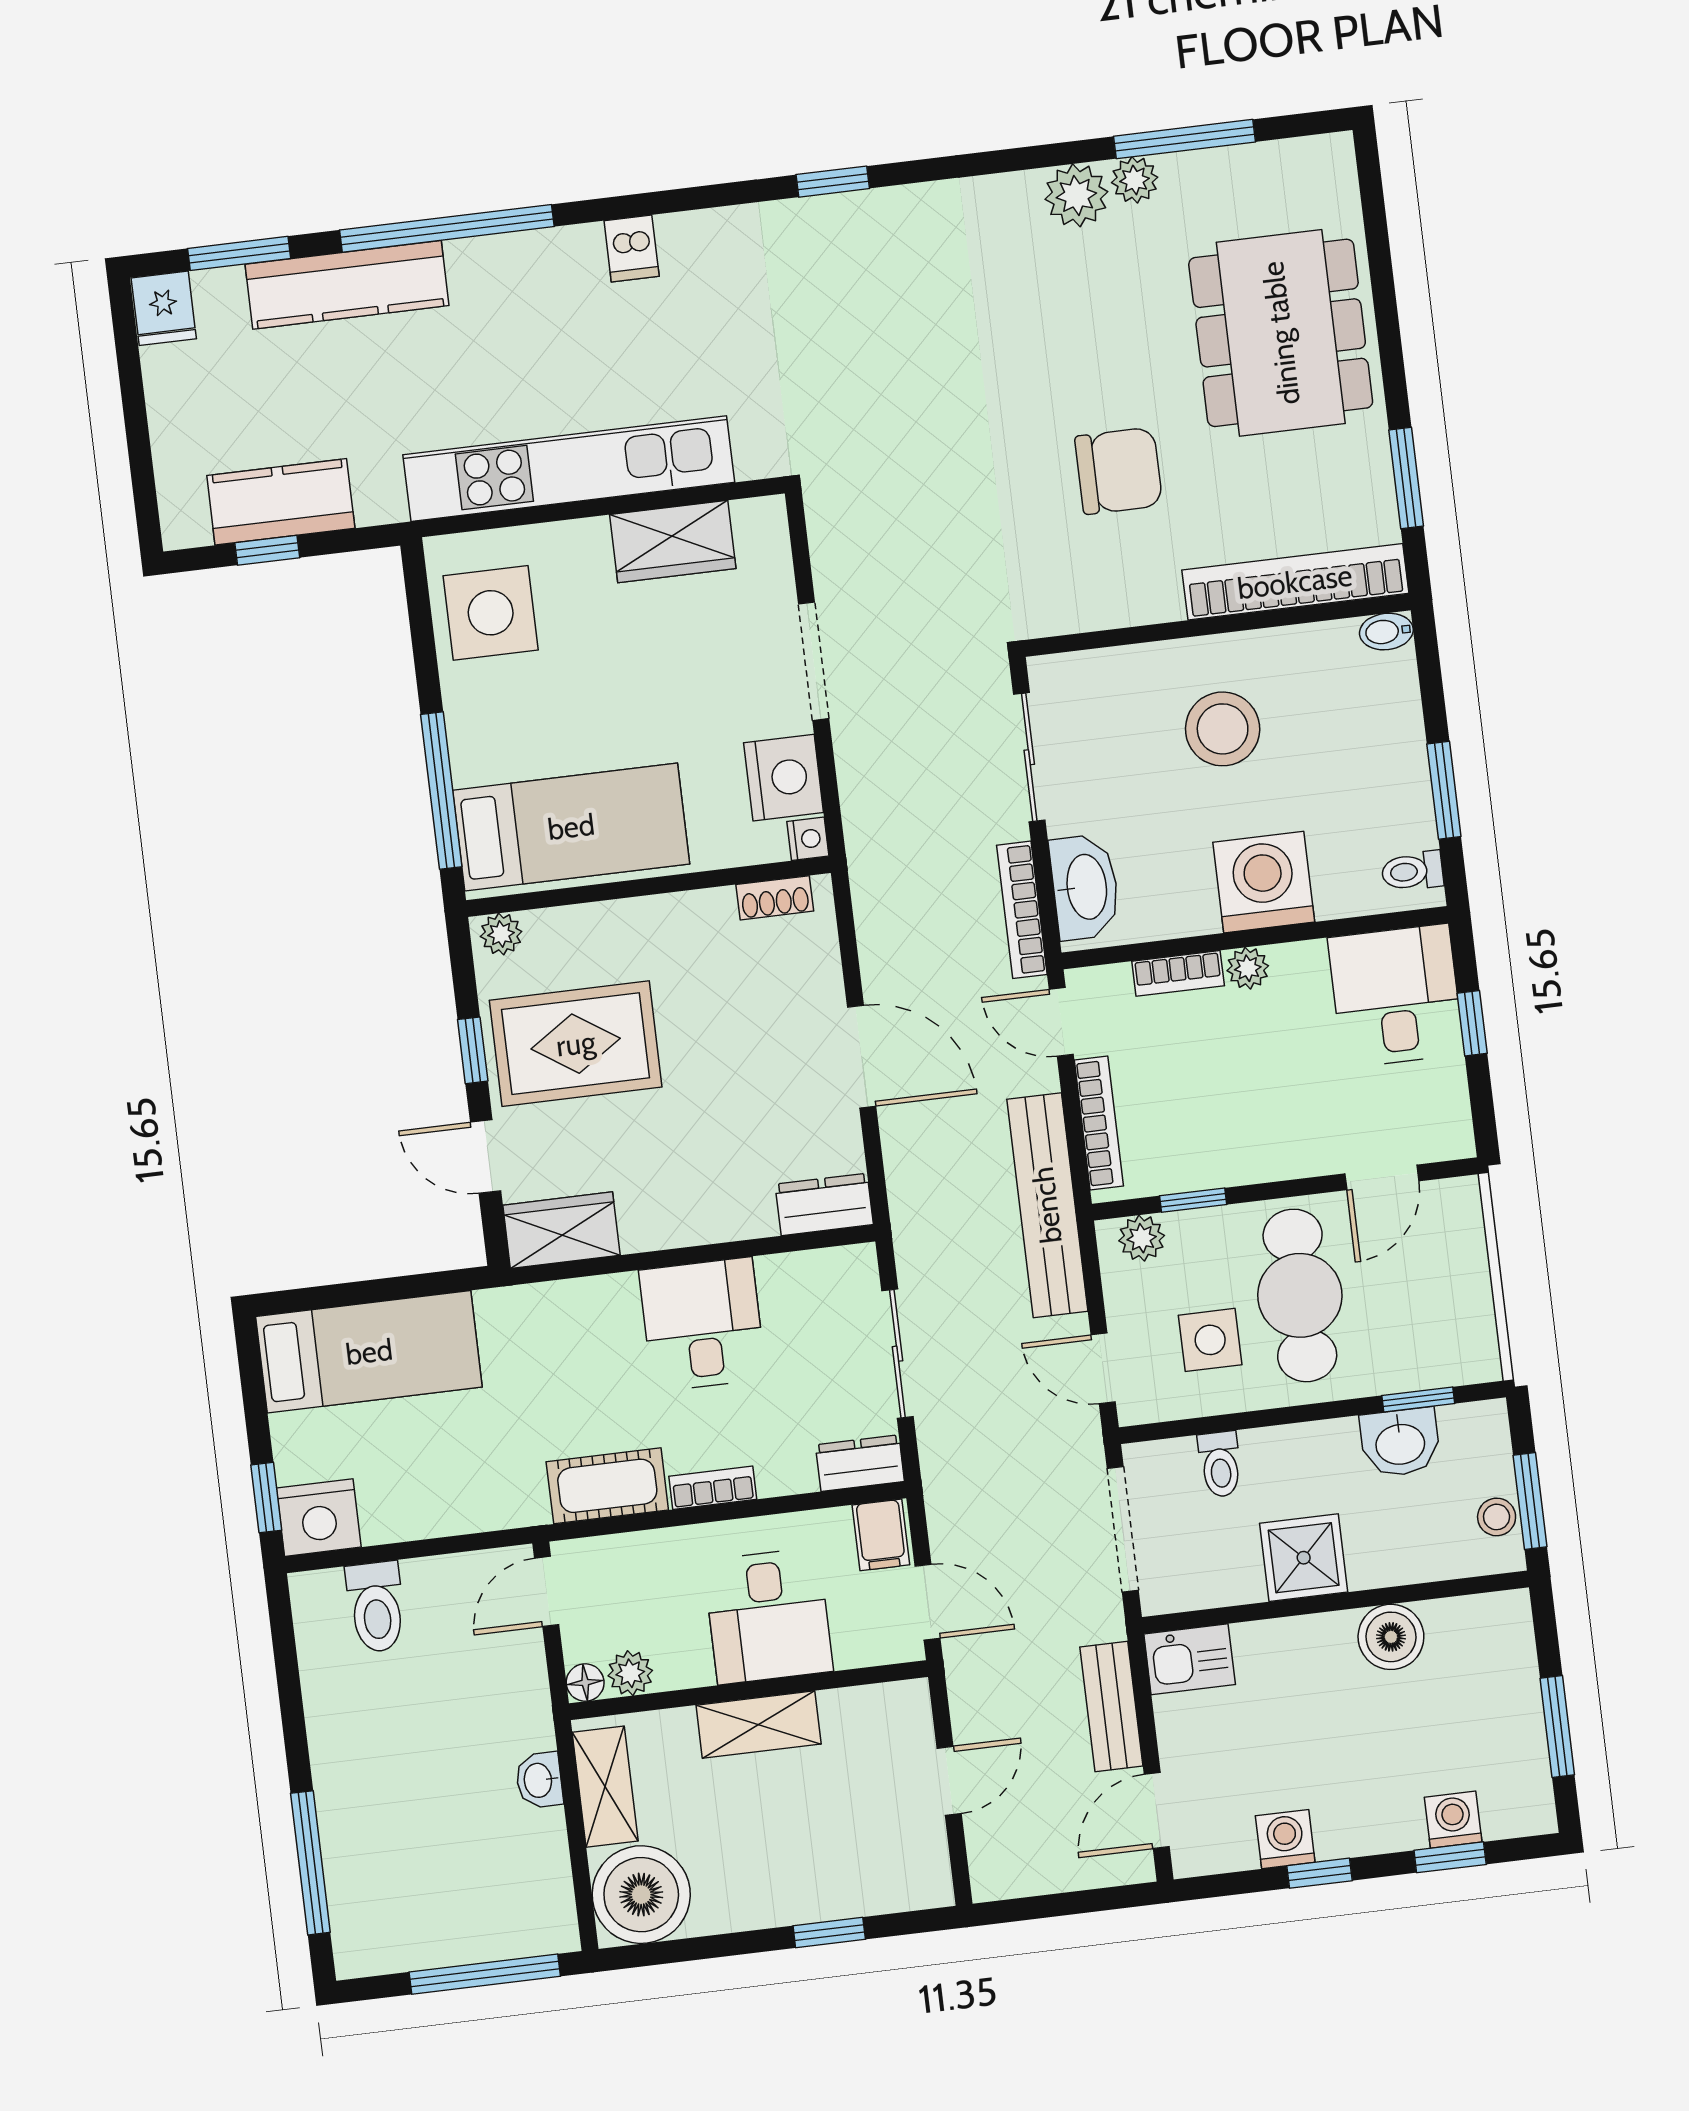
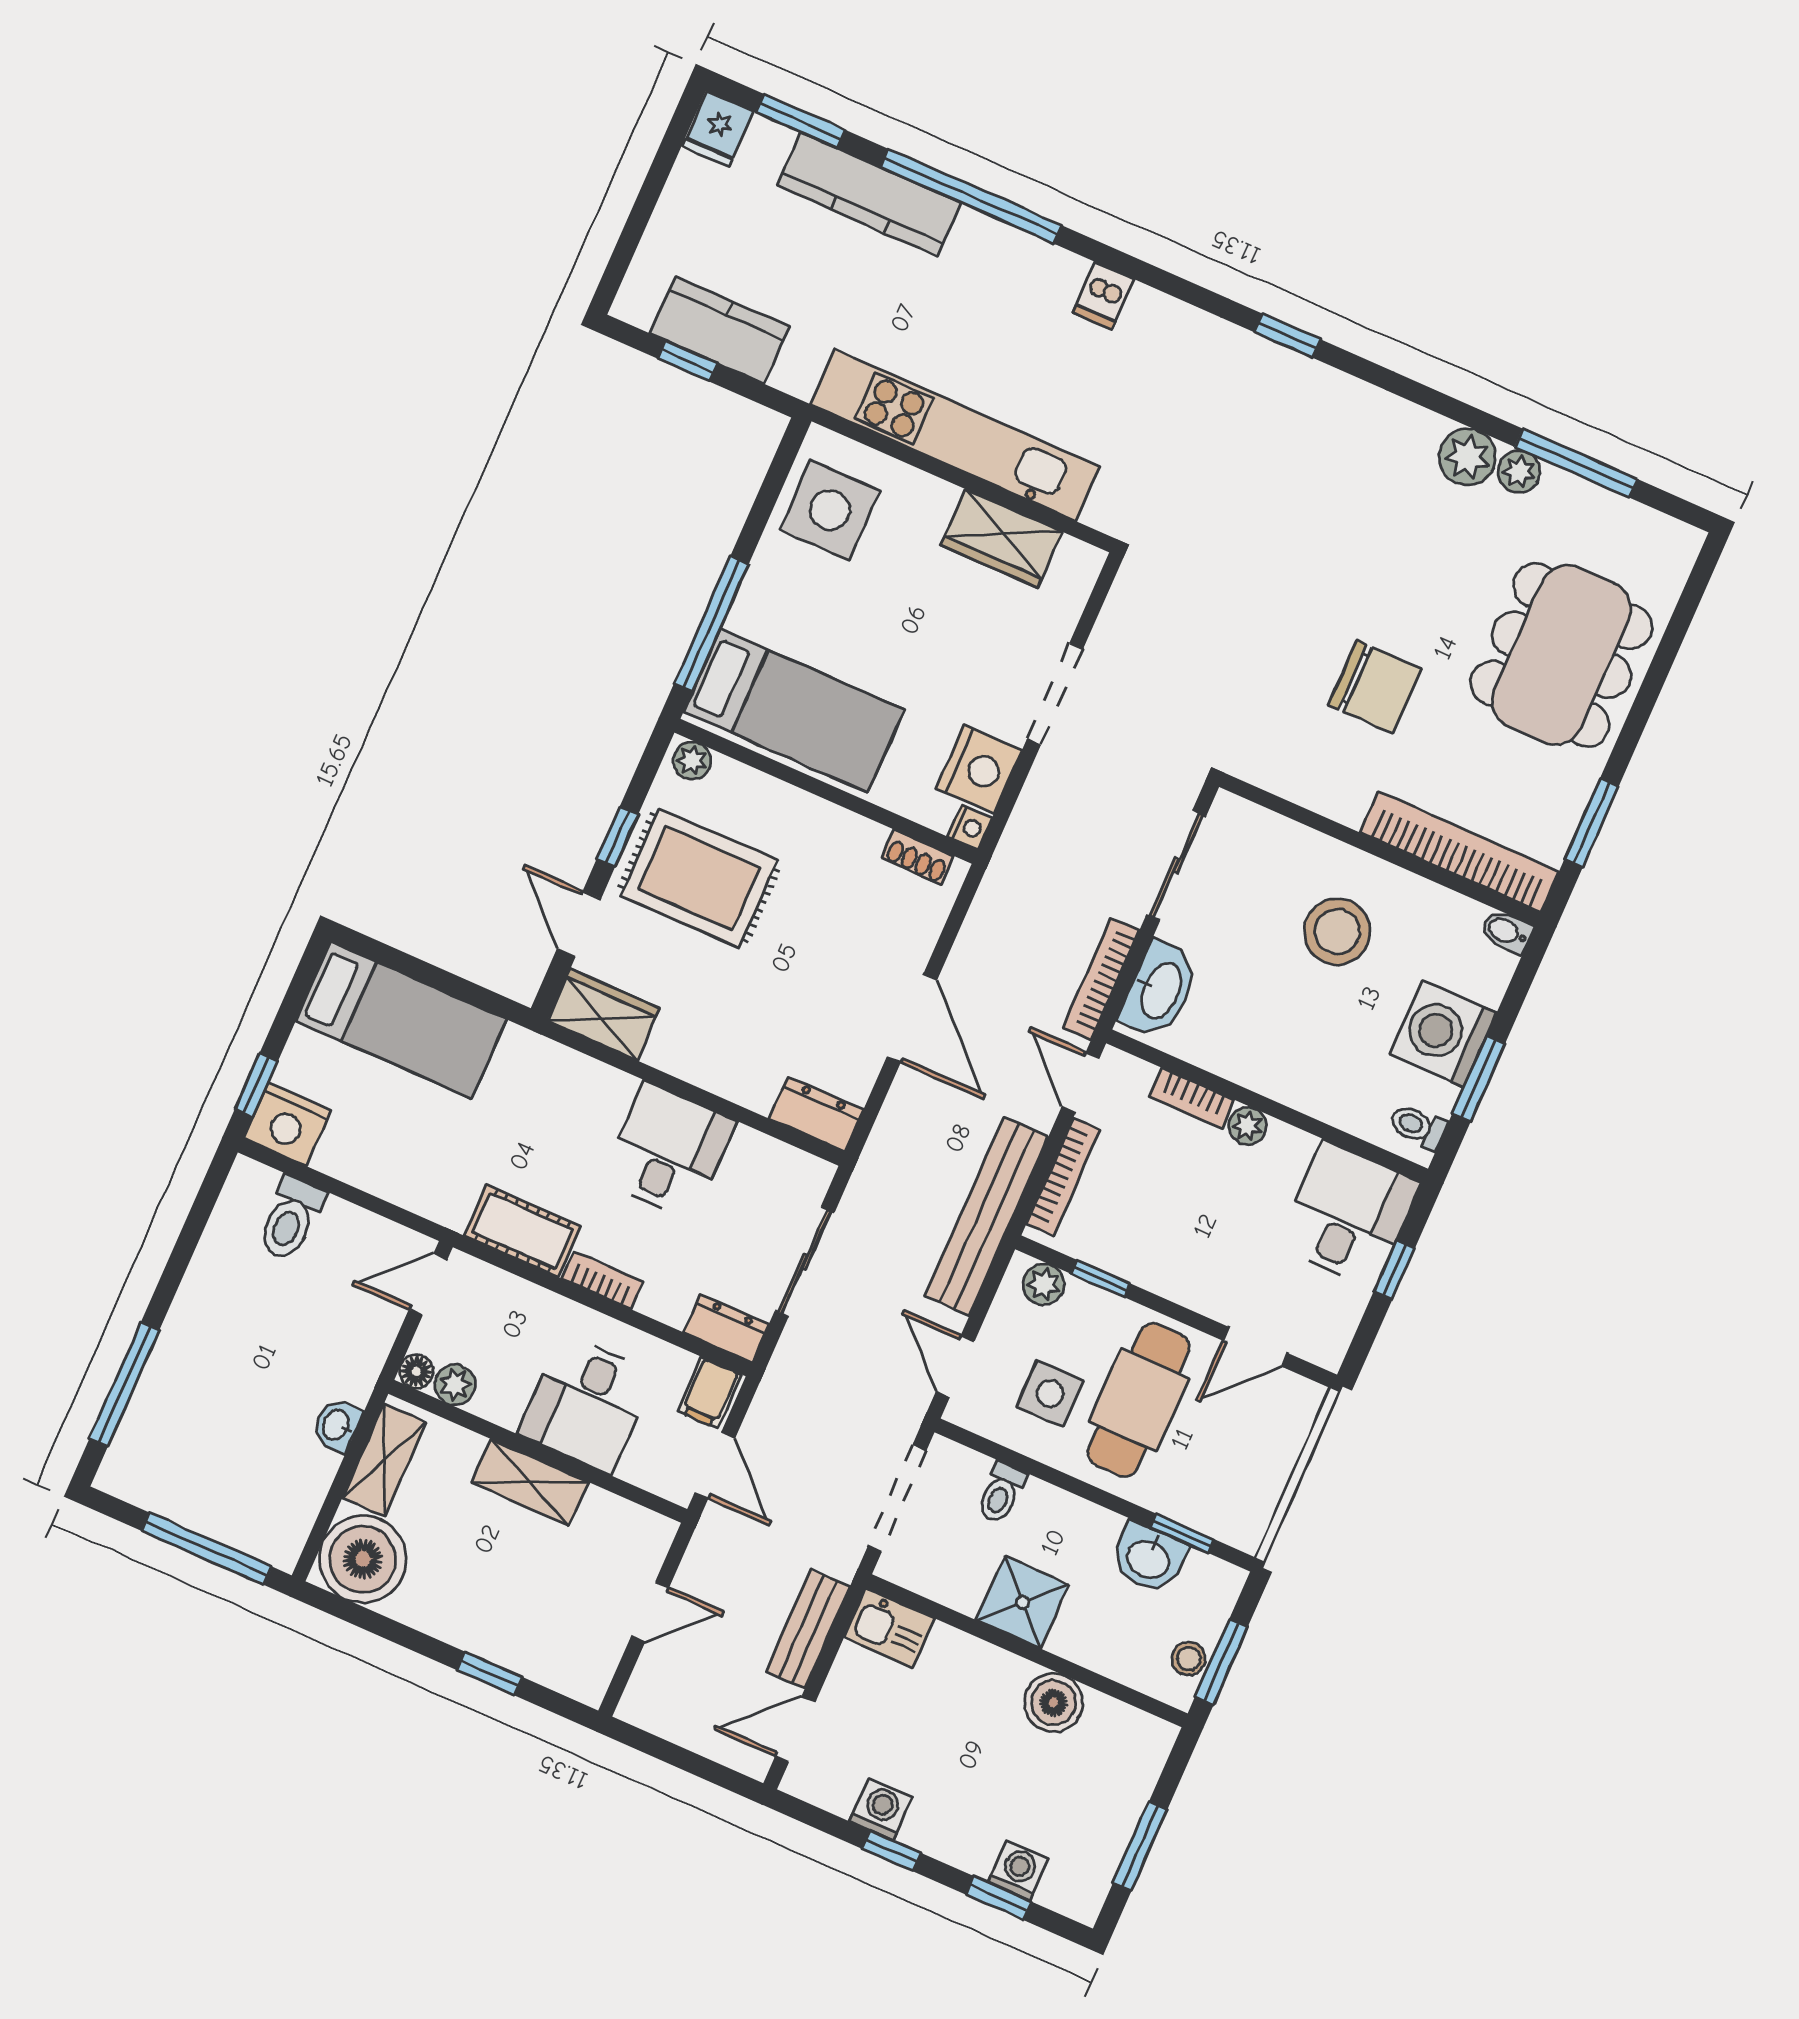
washing machine: (1264, 882) -> (1443, 1034), moved, turned -90

